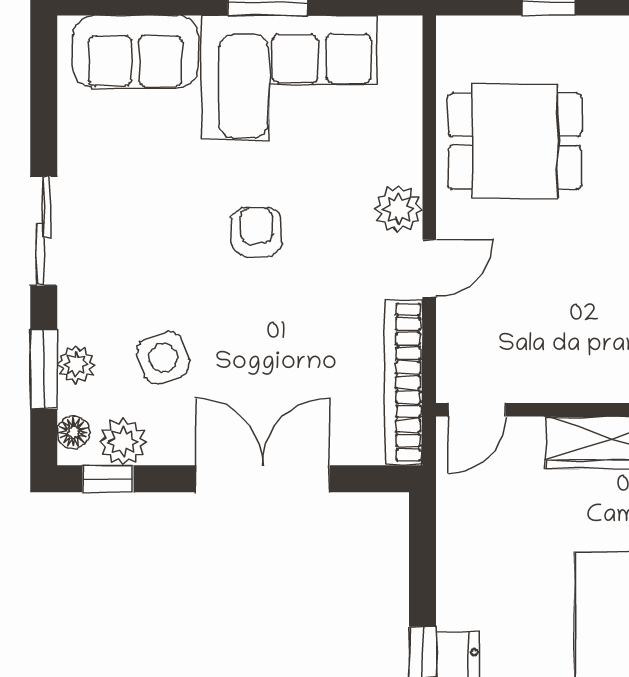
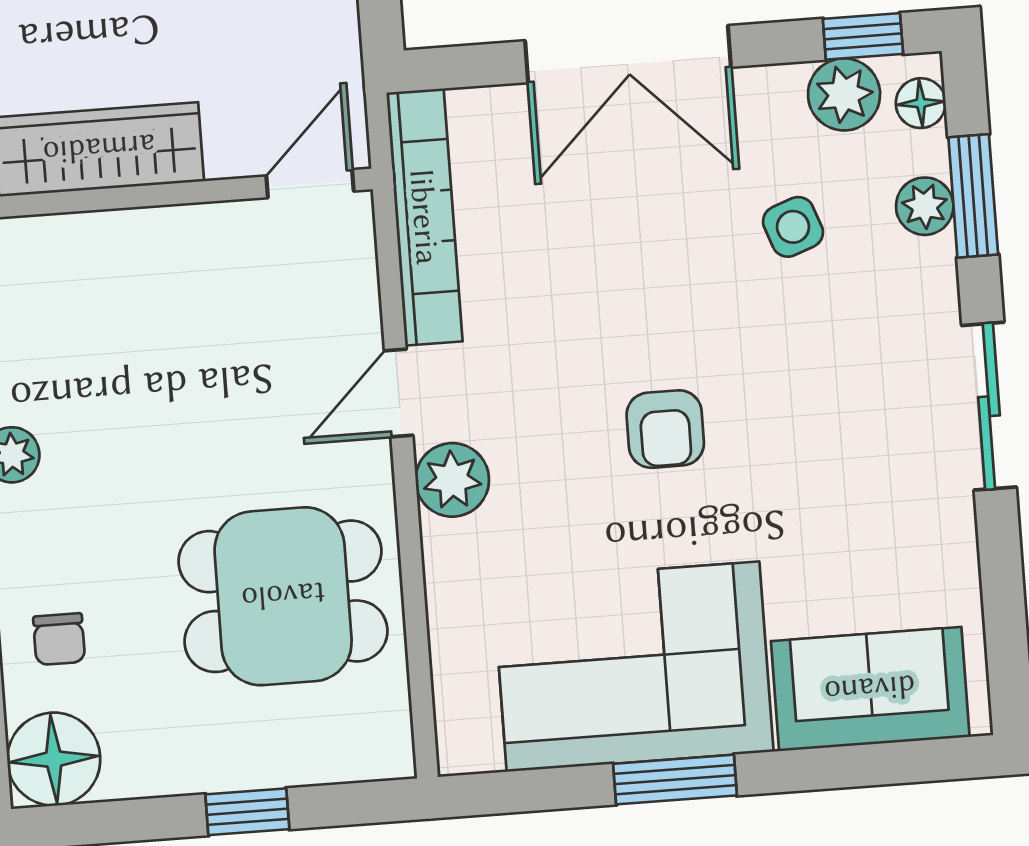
side table: (163, 358) -> (793, 227), width x0.73, depth x0.73

